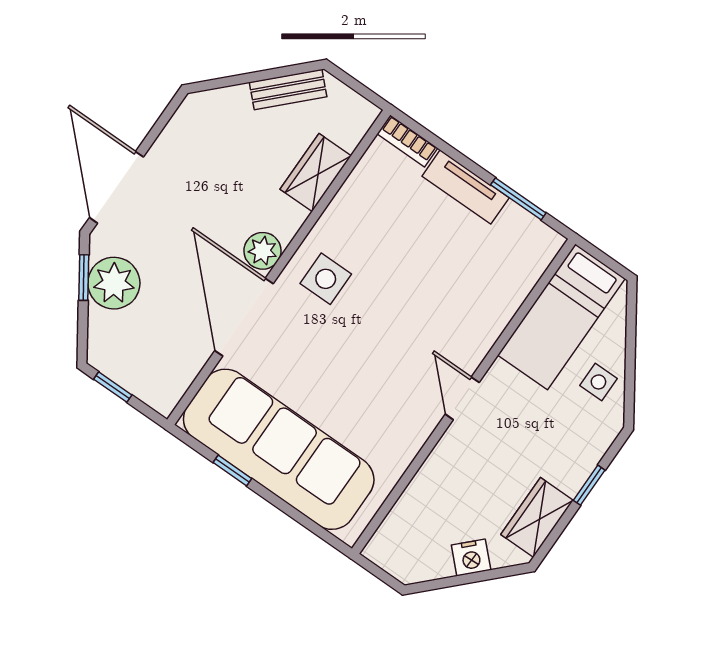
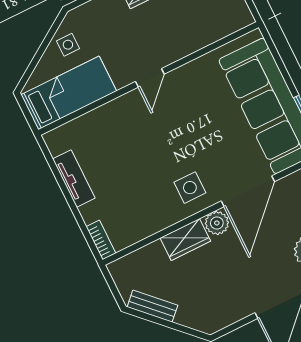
wardrobe: (316, 173) -> (185, 239), moved
tv unit: (466, 187) -> (74, 179), moved
window: (518, 199) -> (56, 173), removed

